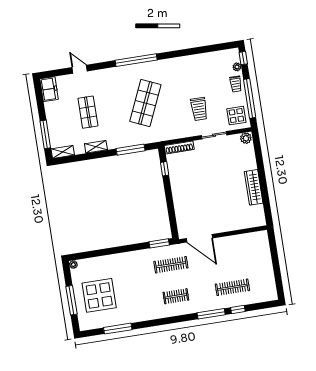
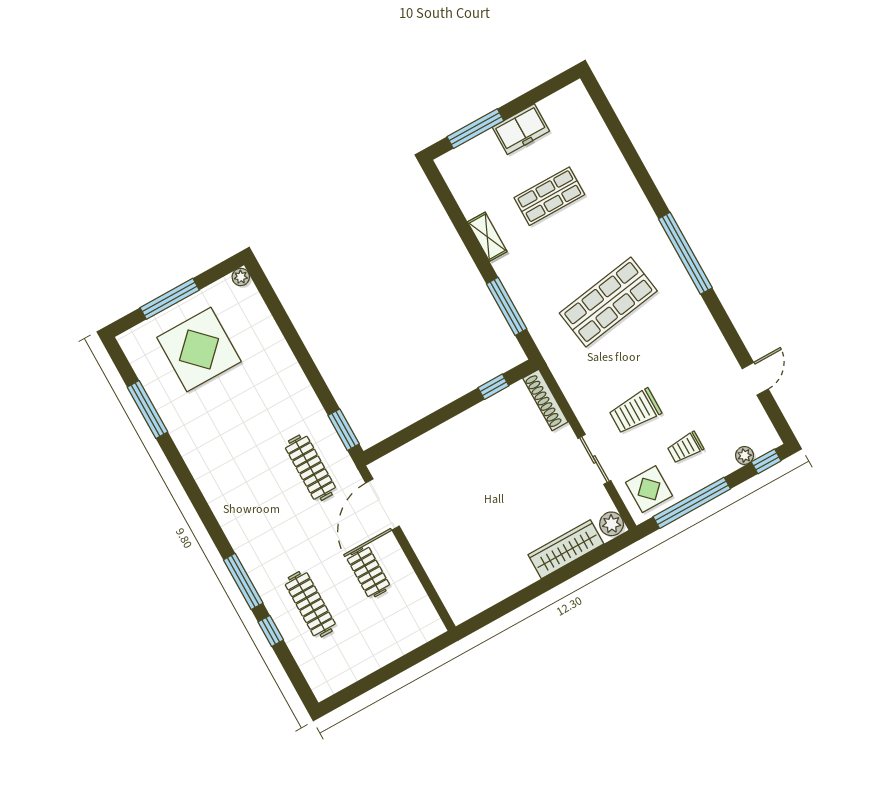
door: (80, 69) -> (755, 379), moved
trolley: (236, 84) -> (685, 448), moved
freezer: (49, 89) -> (521, 129), moved
shop shelf: (145, 103) -> (608, 302), turned -33
shelving: (63, 152) -> (453, 176), removed
wardrobe: (254, 187) -> (566, 549), moved
clothes rail: (176, 296) -> (368, 572), moved

